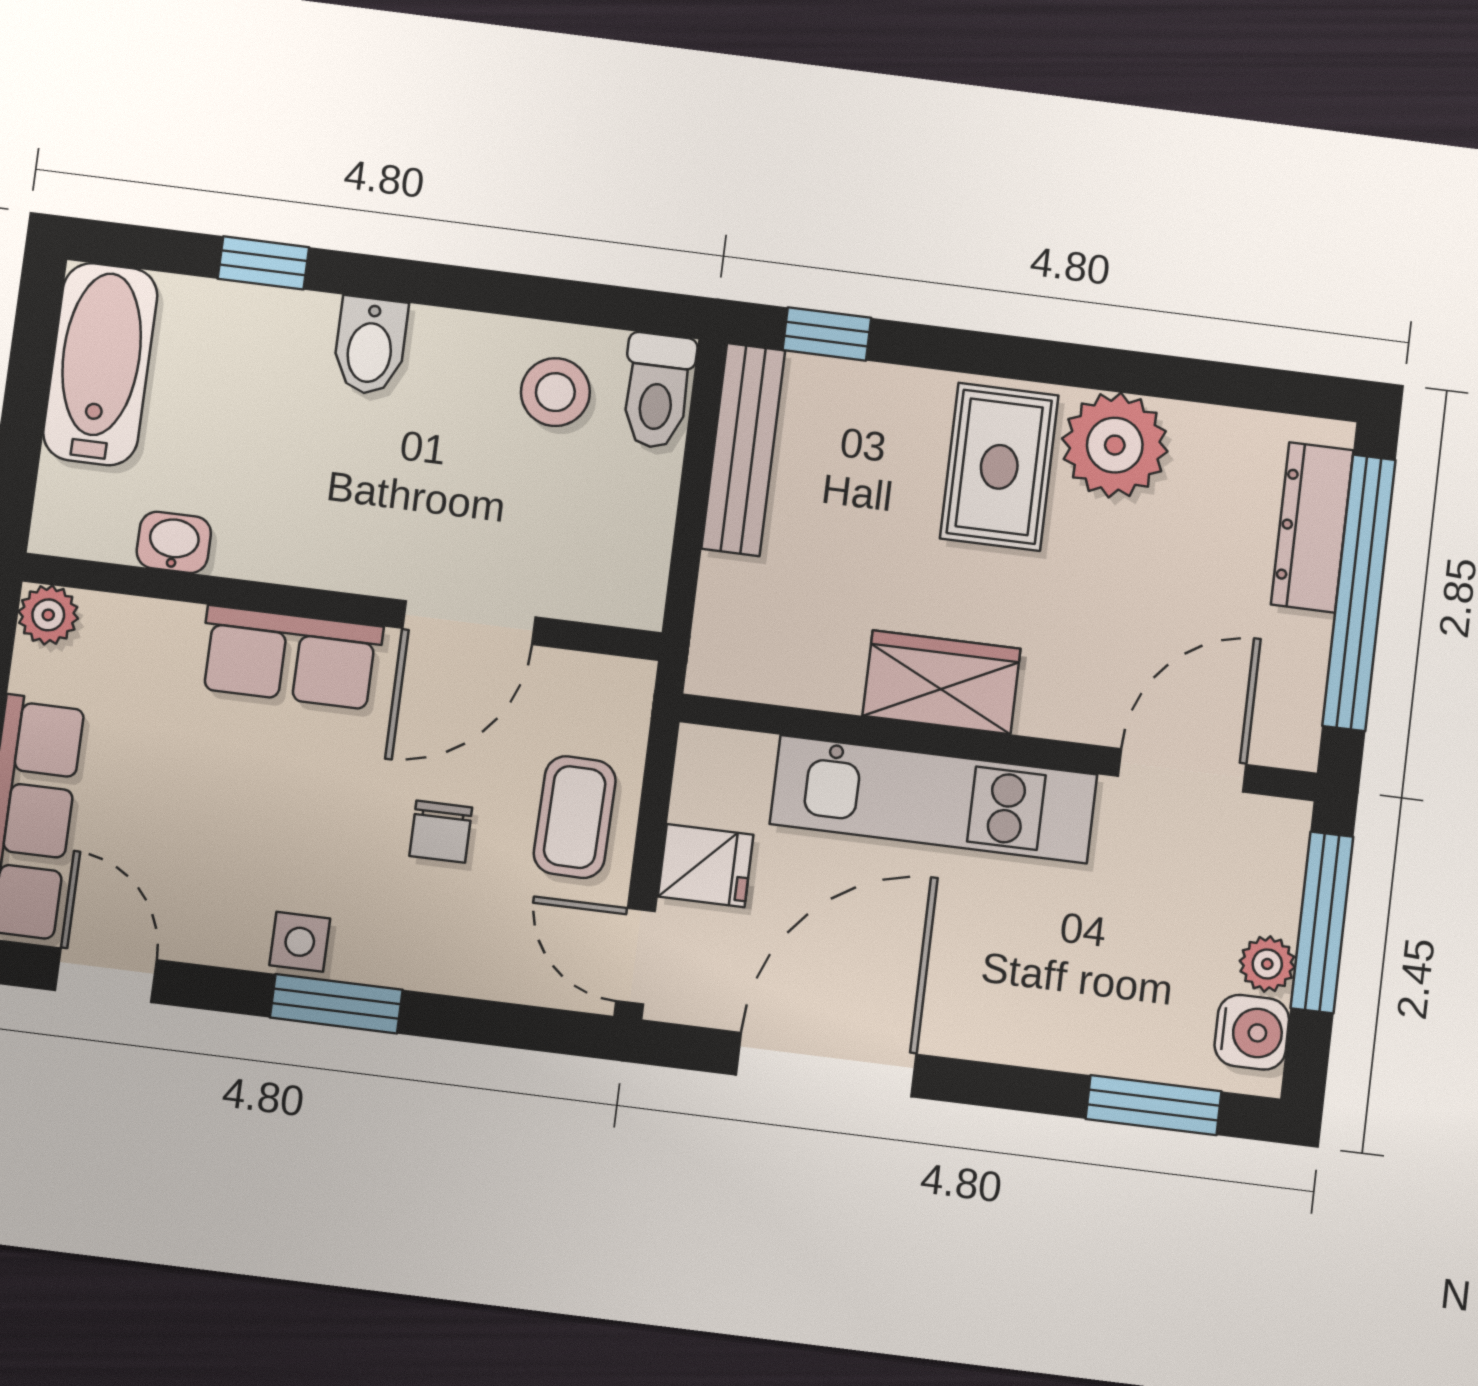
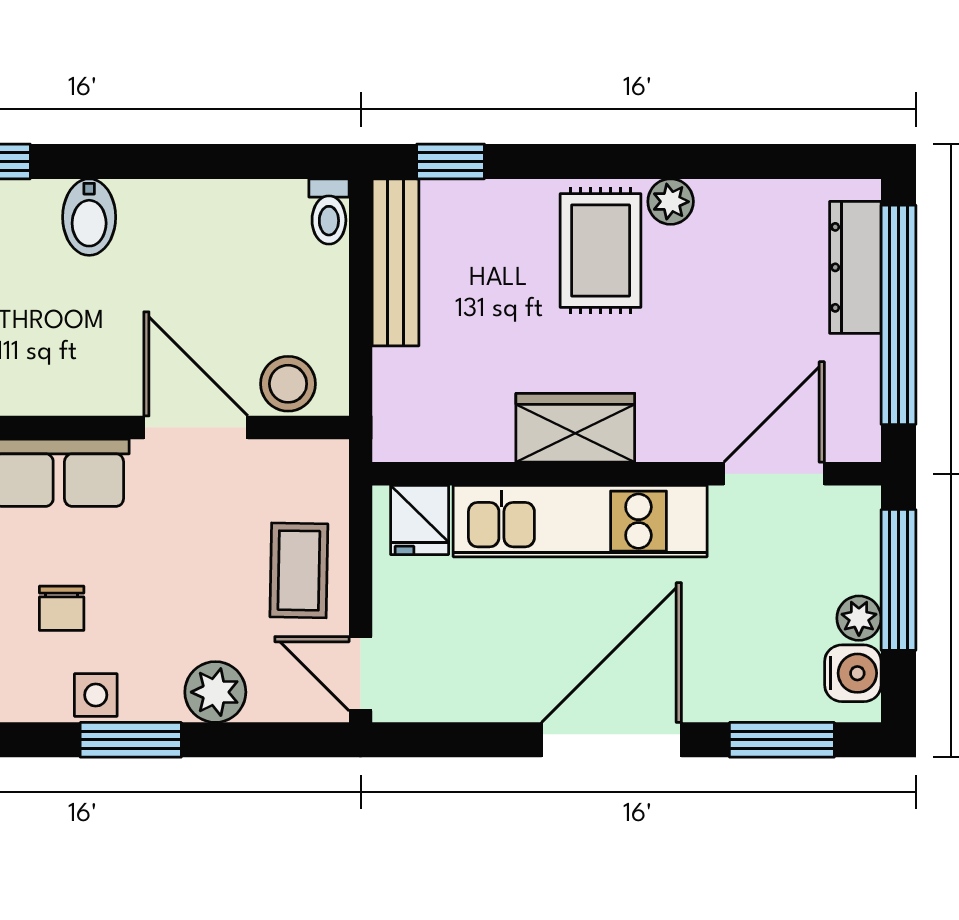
toilet: (657, 391) -> (329, 212), width x0.73, depth x0.72
stool: (555, 392) -> (288, 384), moved
plant: (1115, 445) -> (671, 202), width x0.53, depth x0.53
door: (469, 623) -> (196, 427), swing flipped
chair: (441, 832) -> (62, 608), moved
fridge: (706, 866) -> (420, 520), moved, turned 90
plant: (450, 957) -> (215, 692), added
door: (826, 1065) -> (612, 740), moved

